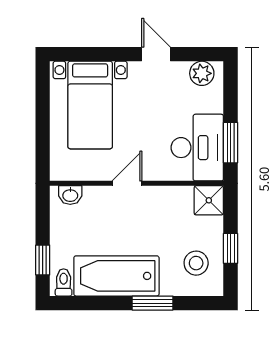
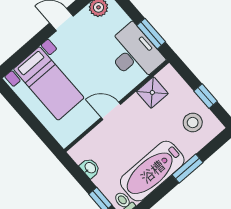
door: (127, 183) -> (111, 111), hinge flipped
washbasin: (70, 195) -> (90, 168), moved, turned -90
shower: (209, 200) -> (152, 92), moved

